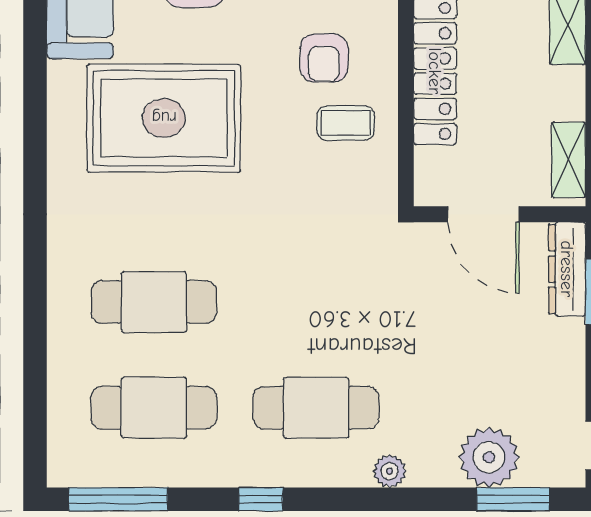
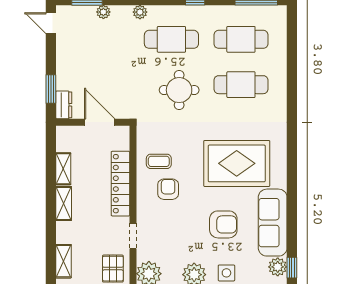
shelving: (568, 160) -> (63, 169), moved
dresser: (567, 269) -> (64, 105), width x0.70
round table: (298, 289) -> (179, 90), added
plant: (489, 457) -> (103, 12), width x0.53, depth x0.53

